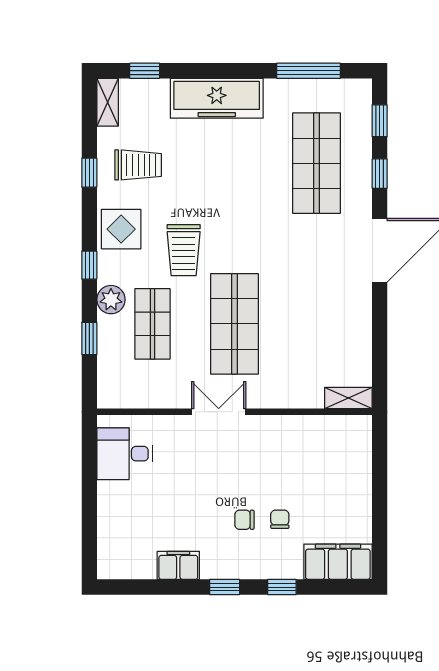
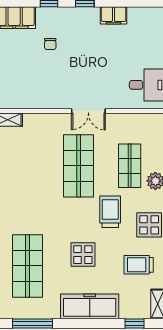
display table: (227, 181) -> (83, 255), added
chair: (244, 520) -> (72, 44), removed

